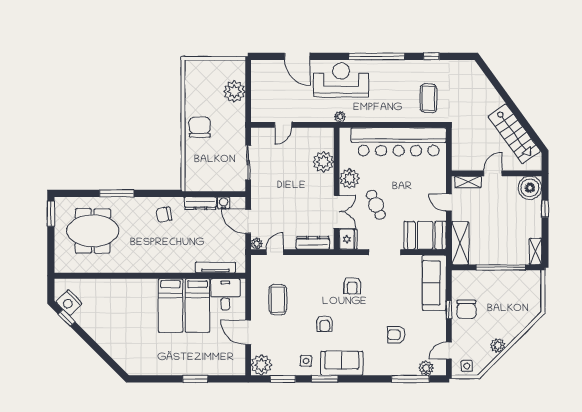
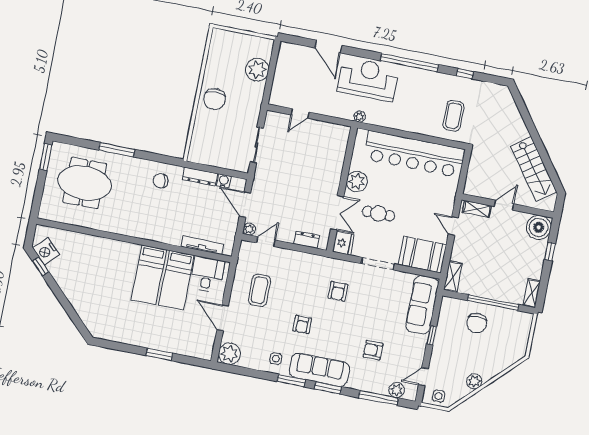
chair: (200, 127) -> (215, 99), turned 180
plant: (323, 162) -> (334, 159), removed
cafe table: (376, 205) -> (379, 214), turned -67
dresser: (313, 243) -> (307, 240), width x0.70
shelving: (460, 243) -> (453, 277), width x0.67, depth x0.75
chair: (466, 309) -> (477, 323), moved
sofa: (342, 363) -> (319, 370), width x1.36
window: (283, 379) -> (328, 388), moved

